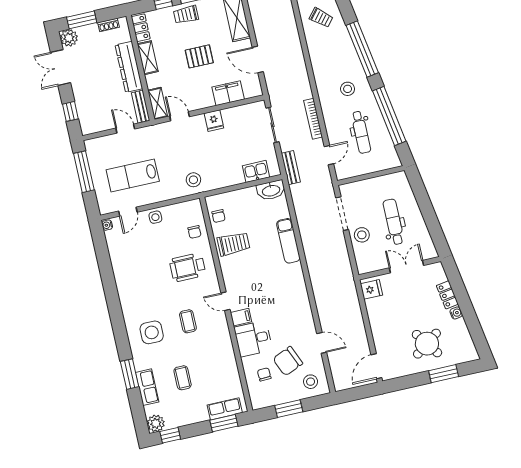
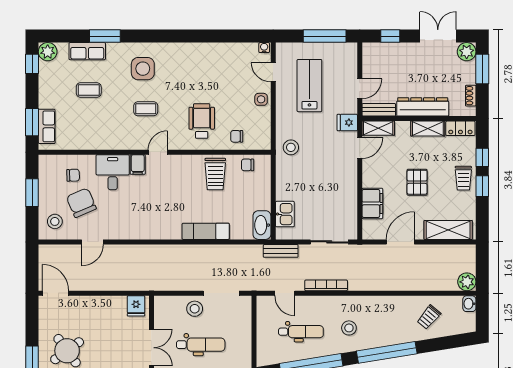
trolley: (186, 15) -> (463, 178), turned 180
fridge: (214, 121) -> (347, 123), moved
dental chair: (361, 132) -> (301, 332), turned 180

